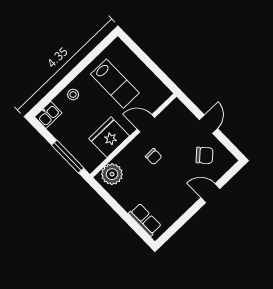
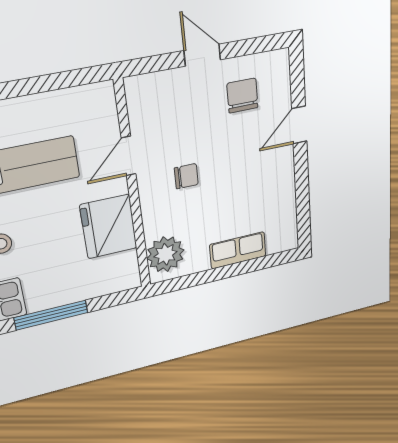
chair: (205, 155) -> (242, 96), turned -47
window: (68, 156) -> (51, 315), moved
row of seats: (145, 220) -> (238, 250), moved

